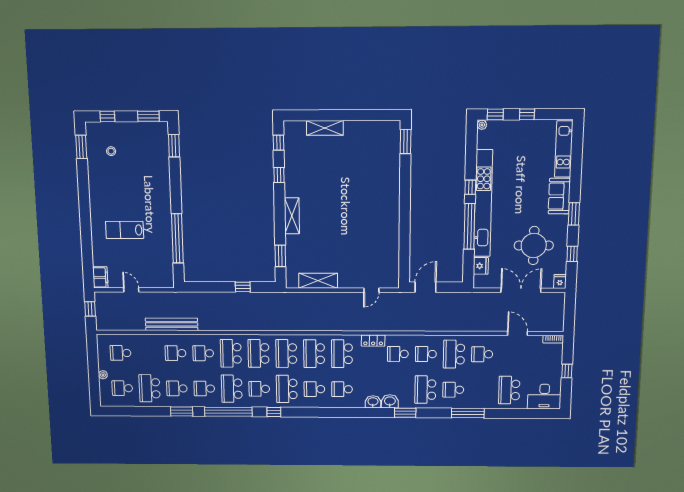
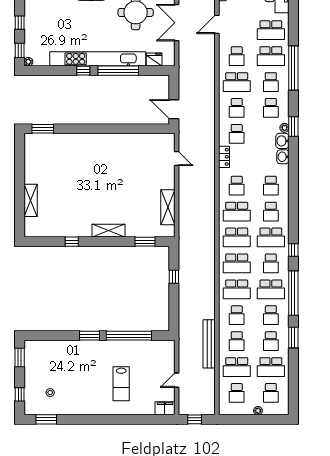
window: (279, 143) -> (43, 242), removed
window: (174, 146) -> (89, 336), moved
school desk: (148, 353) -> (237, 367), added
school desk: (342, 354) -> (237, 186), width x0.54
school desk: (425, 390) -> (271, 108), width x0.54
school desk: (481, 390) -> (271, 56), added
plant: (404, 404) -> (284, 128), added
window: (468, 413) -> (293, 68), width x1.46

